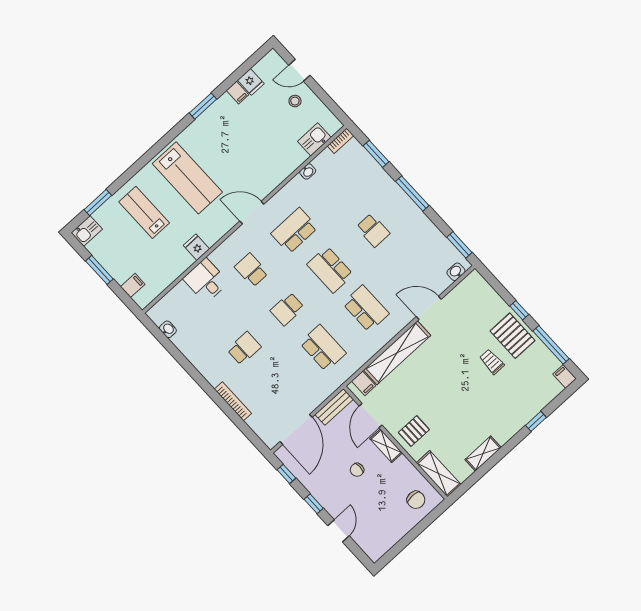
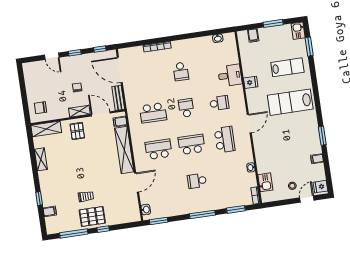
fridge: (251, 82) -> (320, 187), moved
school desk: (366, 309) -> (158, 149), turned 180
filing cabinet: (565, 376) -> (50, 211), moved

